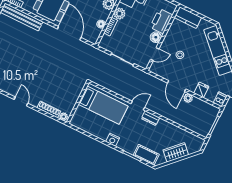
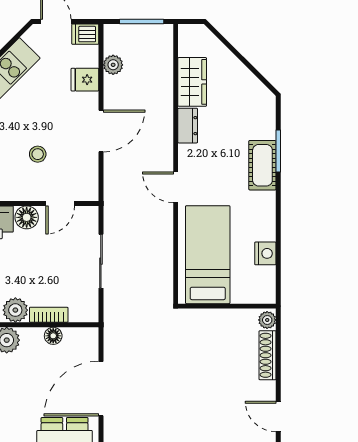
door: (155, 54) -> (60, 203), swing flipped
plant: (188, 98) -> (113, 65), moved
door: (21, 101) -> (278, 417), hinge flipped
dresser: (150, 118) -> (188, 126), moved
nightstand: (113, 140) -> (265, 253), moved
wardrobe: (176, 152) -> (192, 82), moved, turned -135
cot: (146, 155) -> (262, 165), moved

